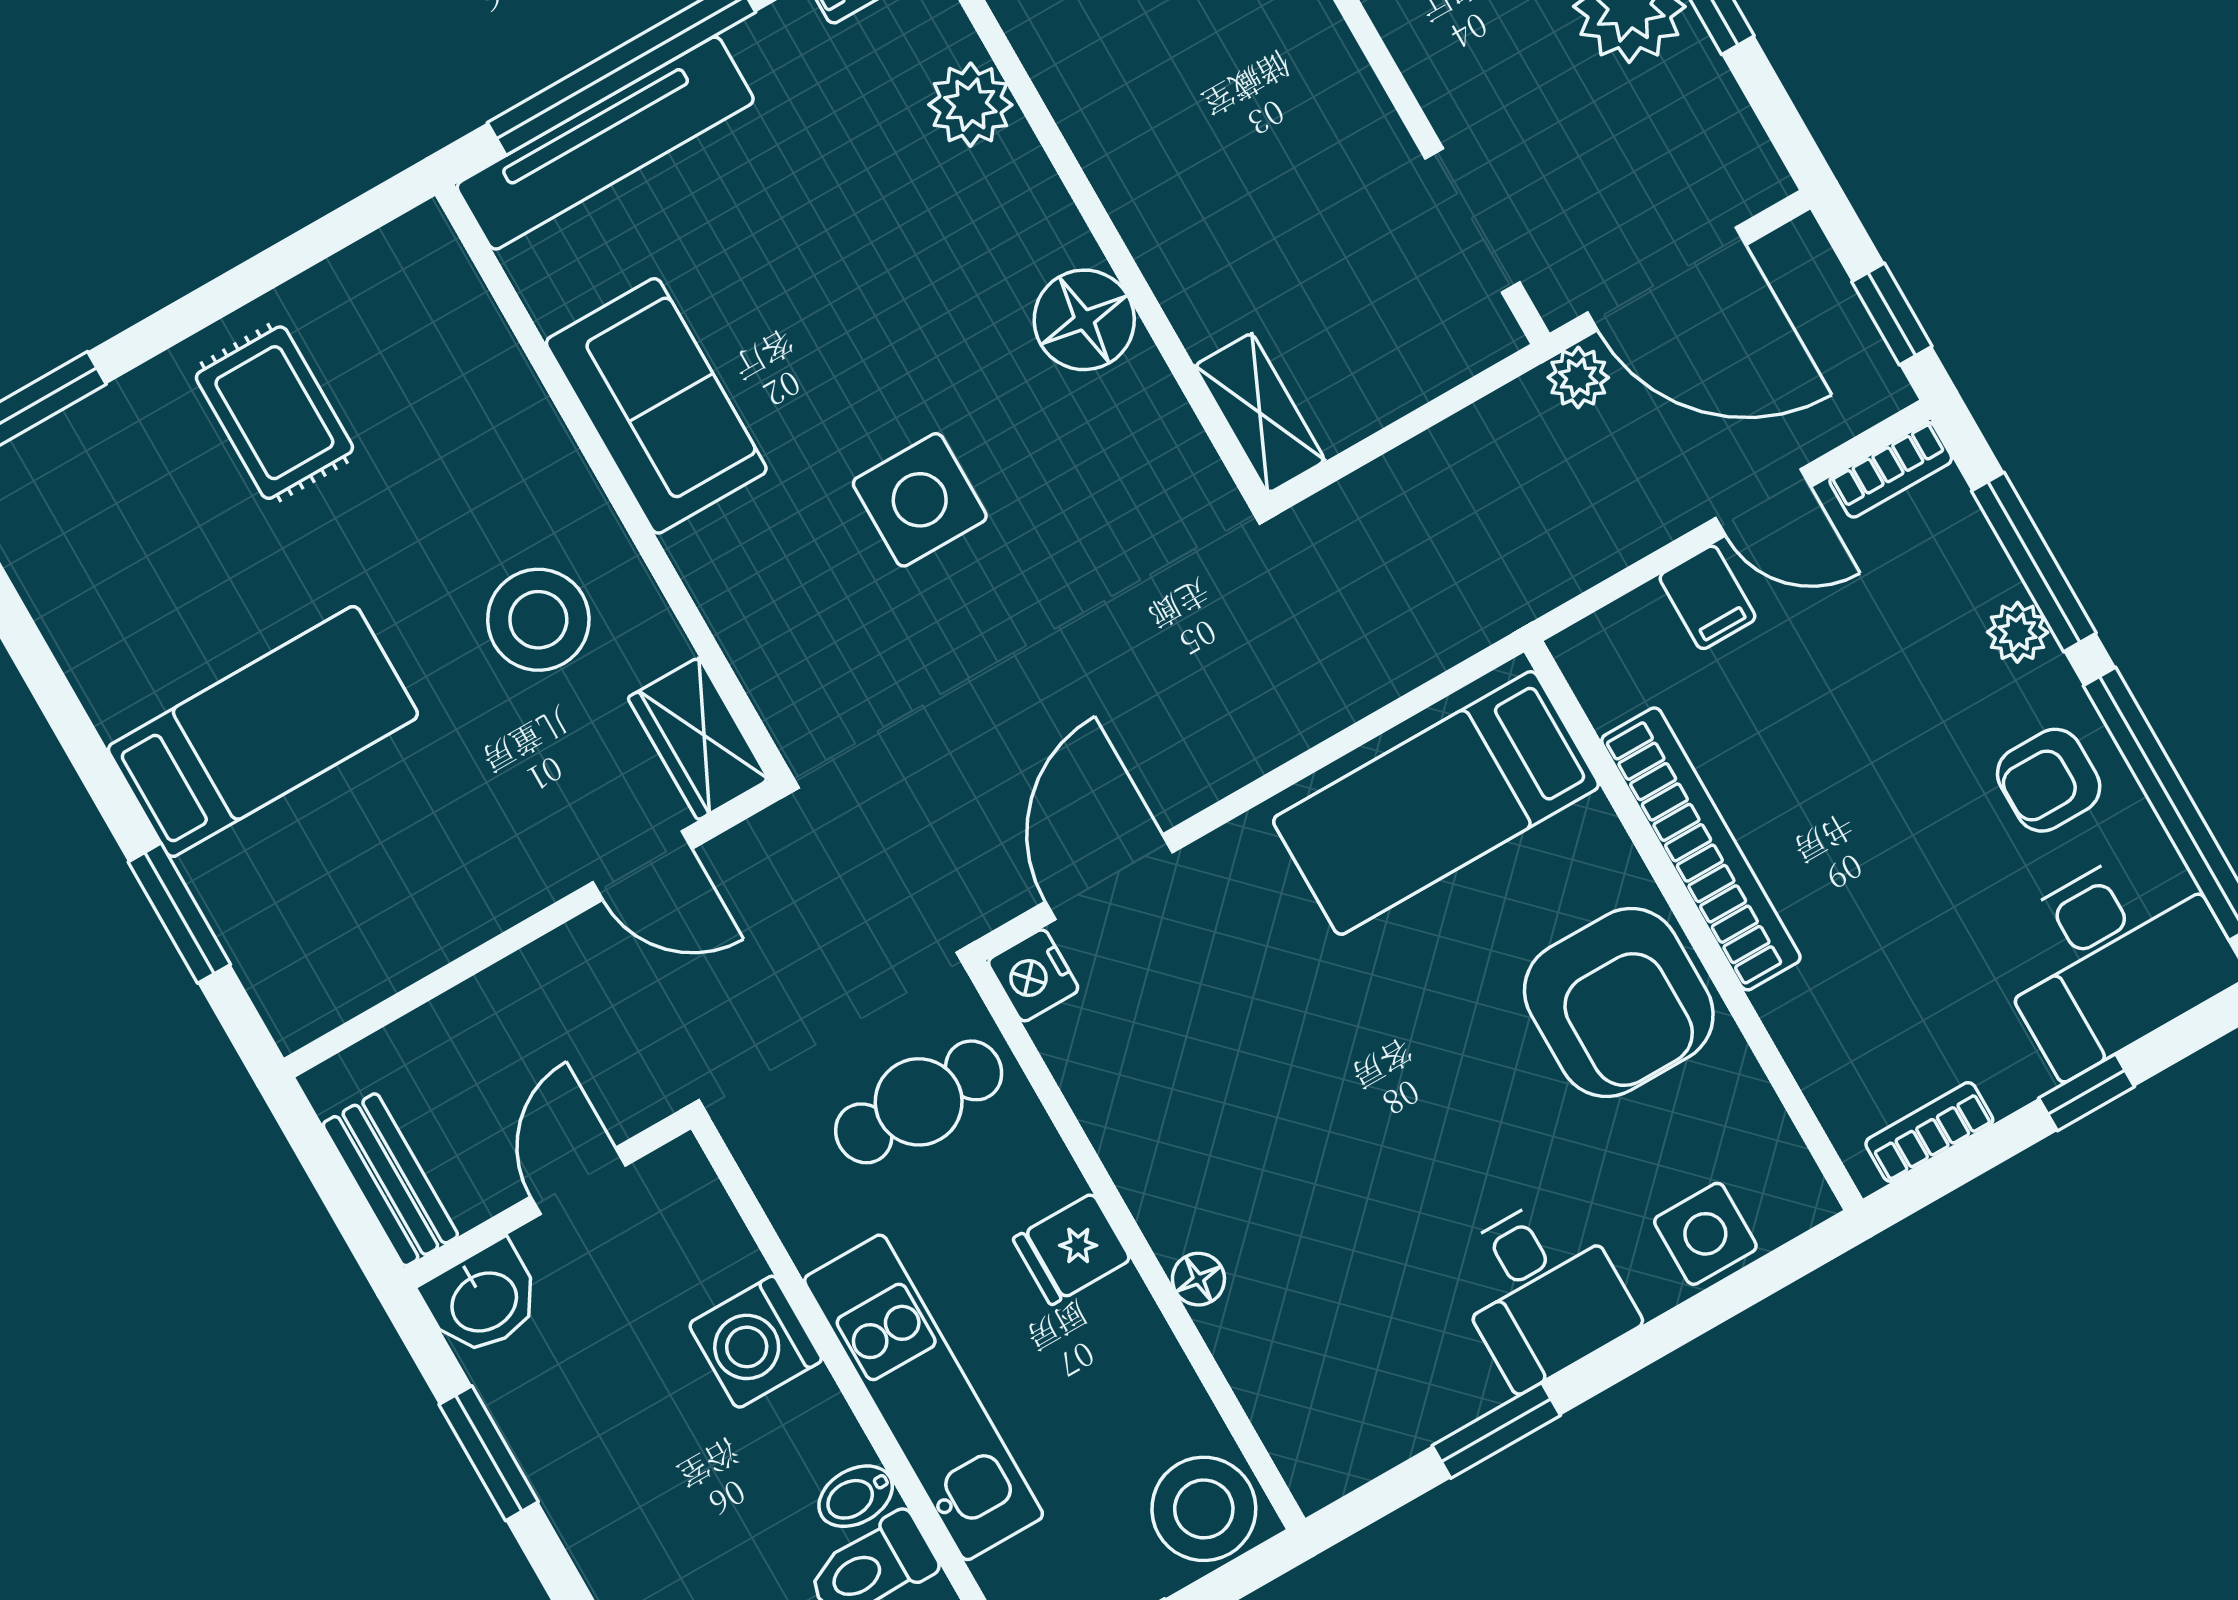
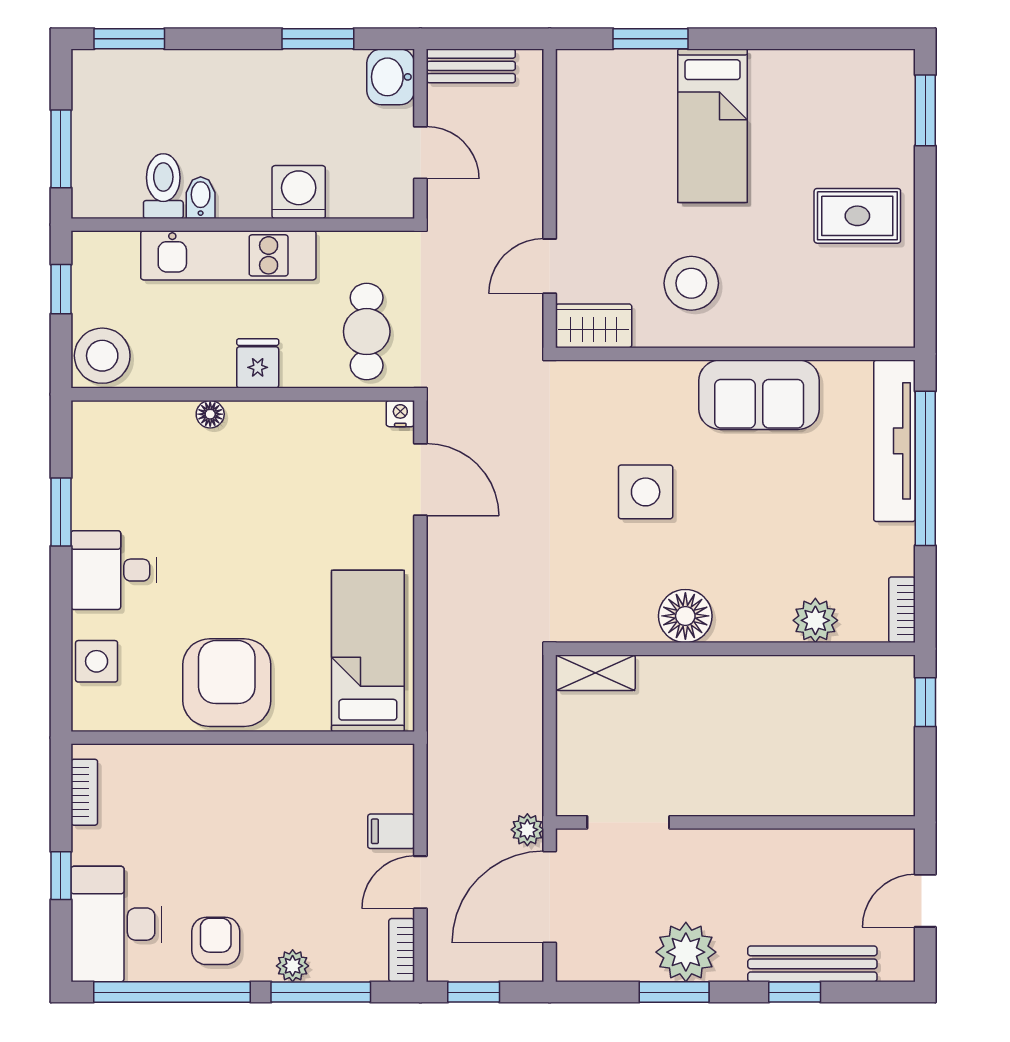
bookcase: (1701, 849) -> (276, 761), removed
nightstand: (1033, 975) -> (400, 414), width x0.72, depth x0.74
armchair: (1619, 1002) -> (227, 683), turned 90

